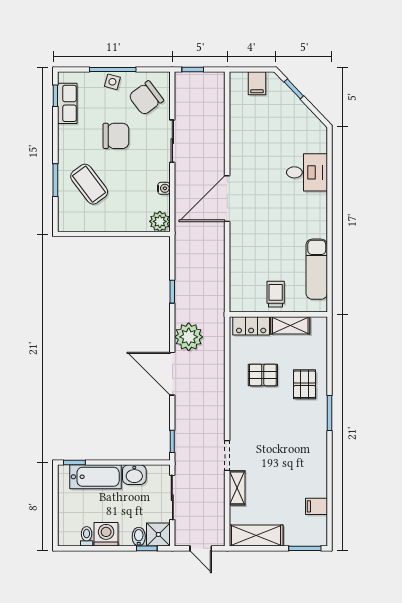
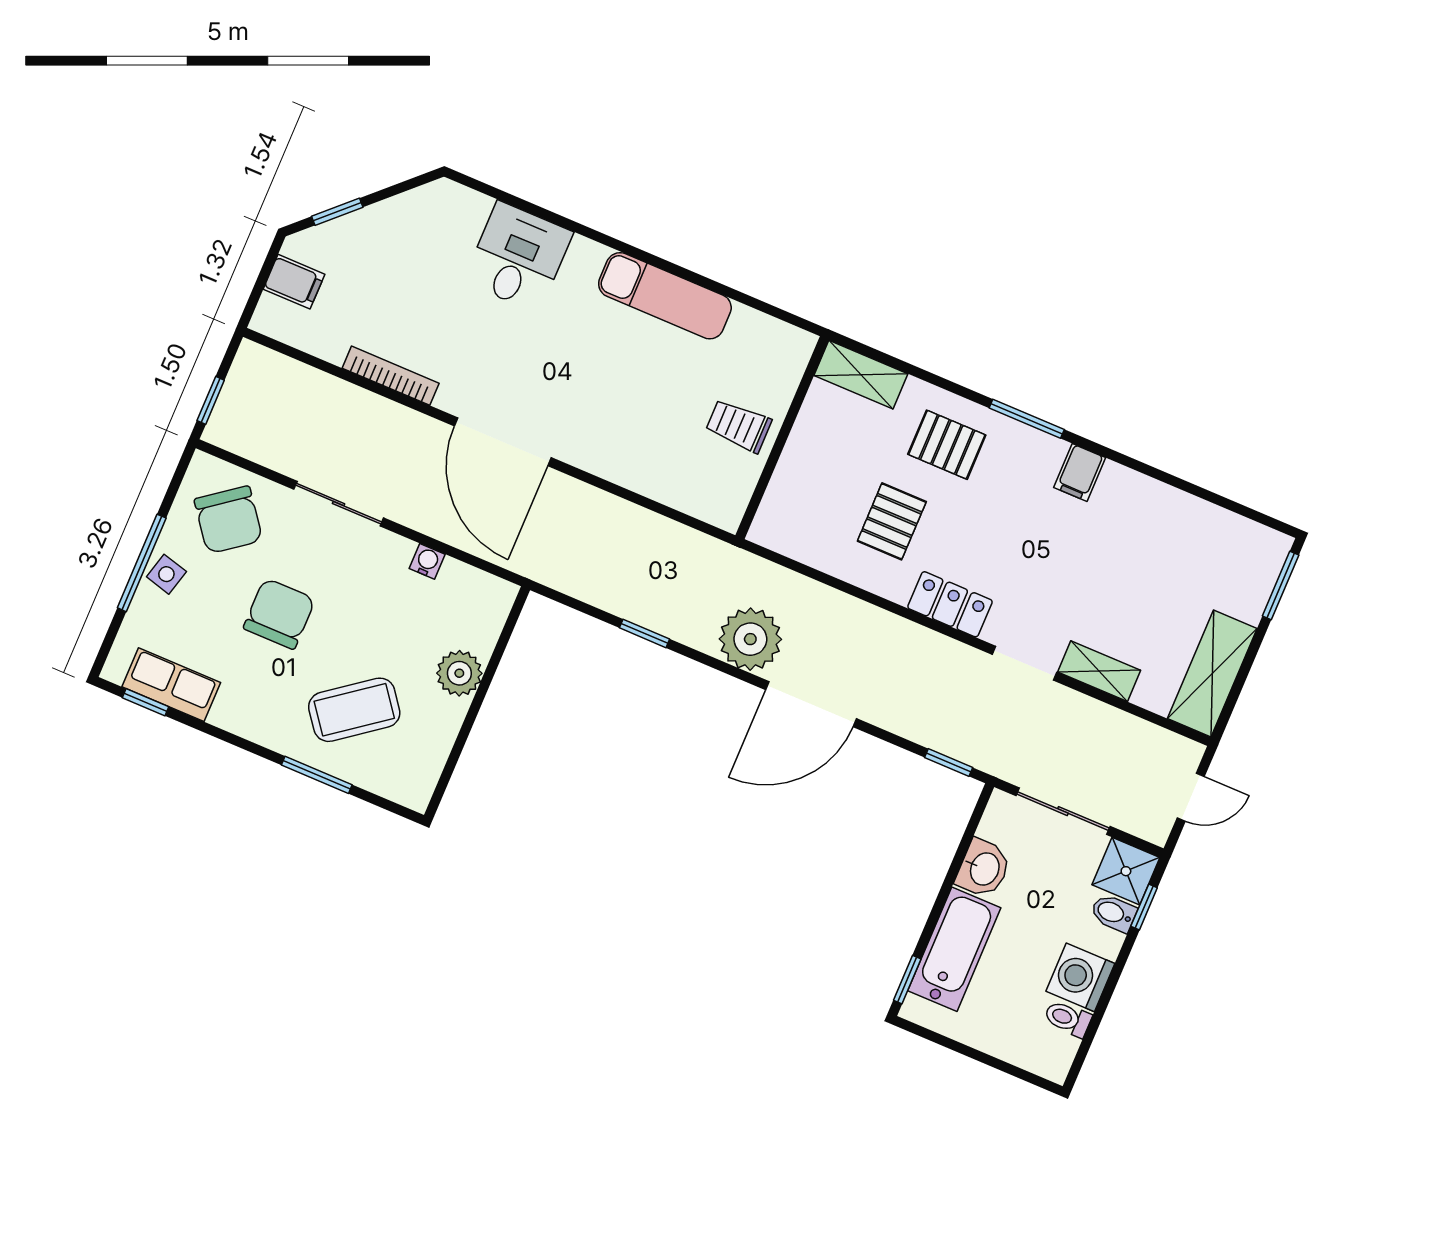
bookcase: (235, 140) -> (391, 376), added
plant: (160, 221) -> (459, 673), moved
exam couch: (317, 269) -> (665, 296), moved
shelving: (290, 325) -> (861, 375), moved, turned 90
locker: (251, 326) -> (950, 604), moved, turned -90
filing cabinet: (316, 506) -> (1080, 472), moved

